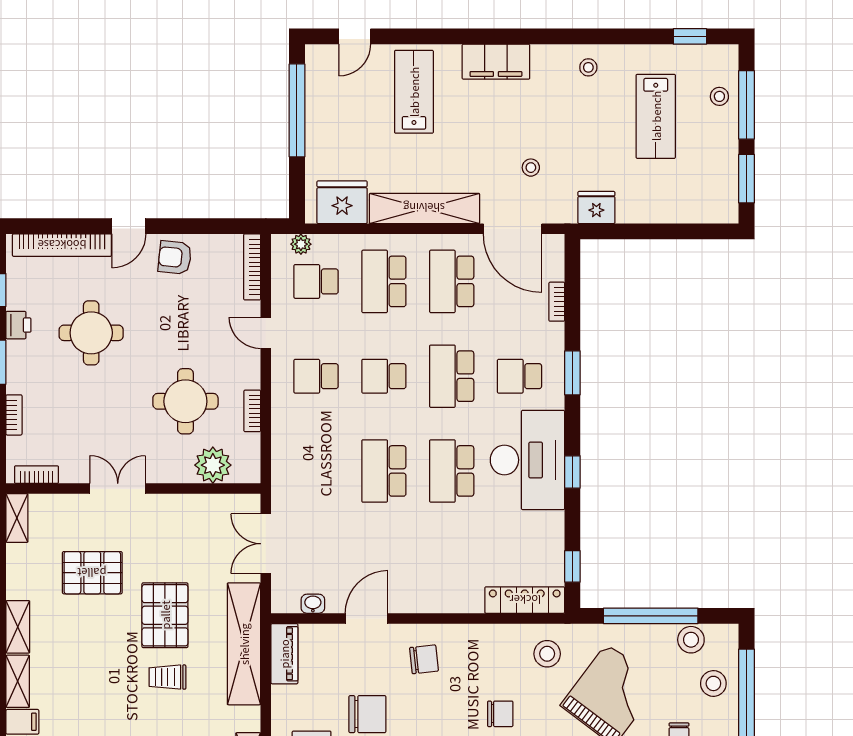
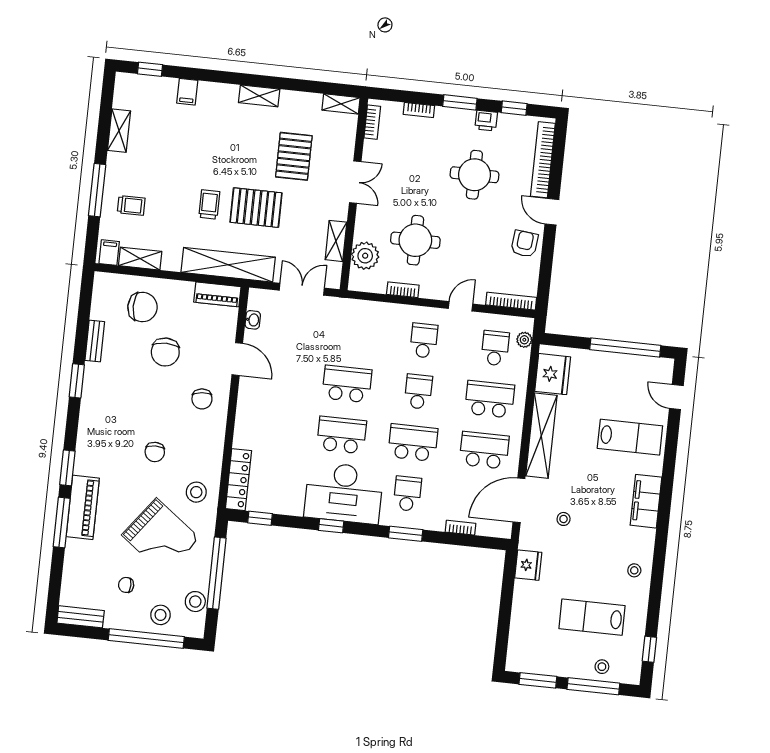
shelving: (18, 681) -> (336, 241), moved, turned 90

